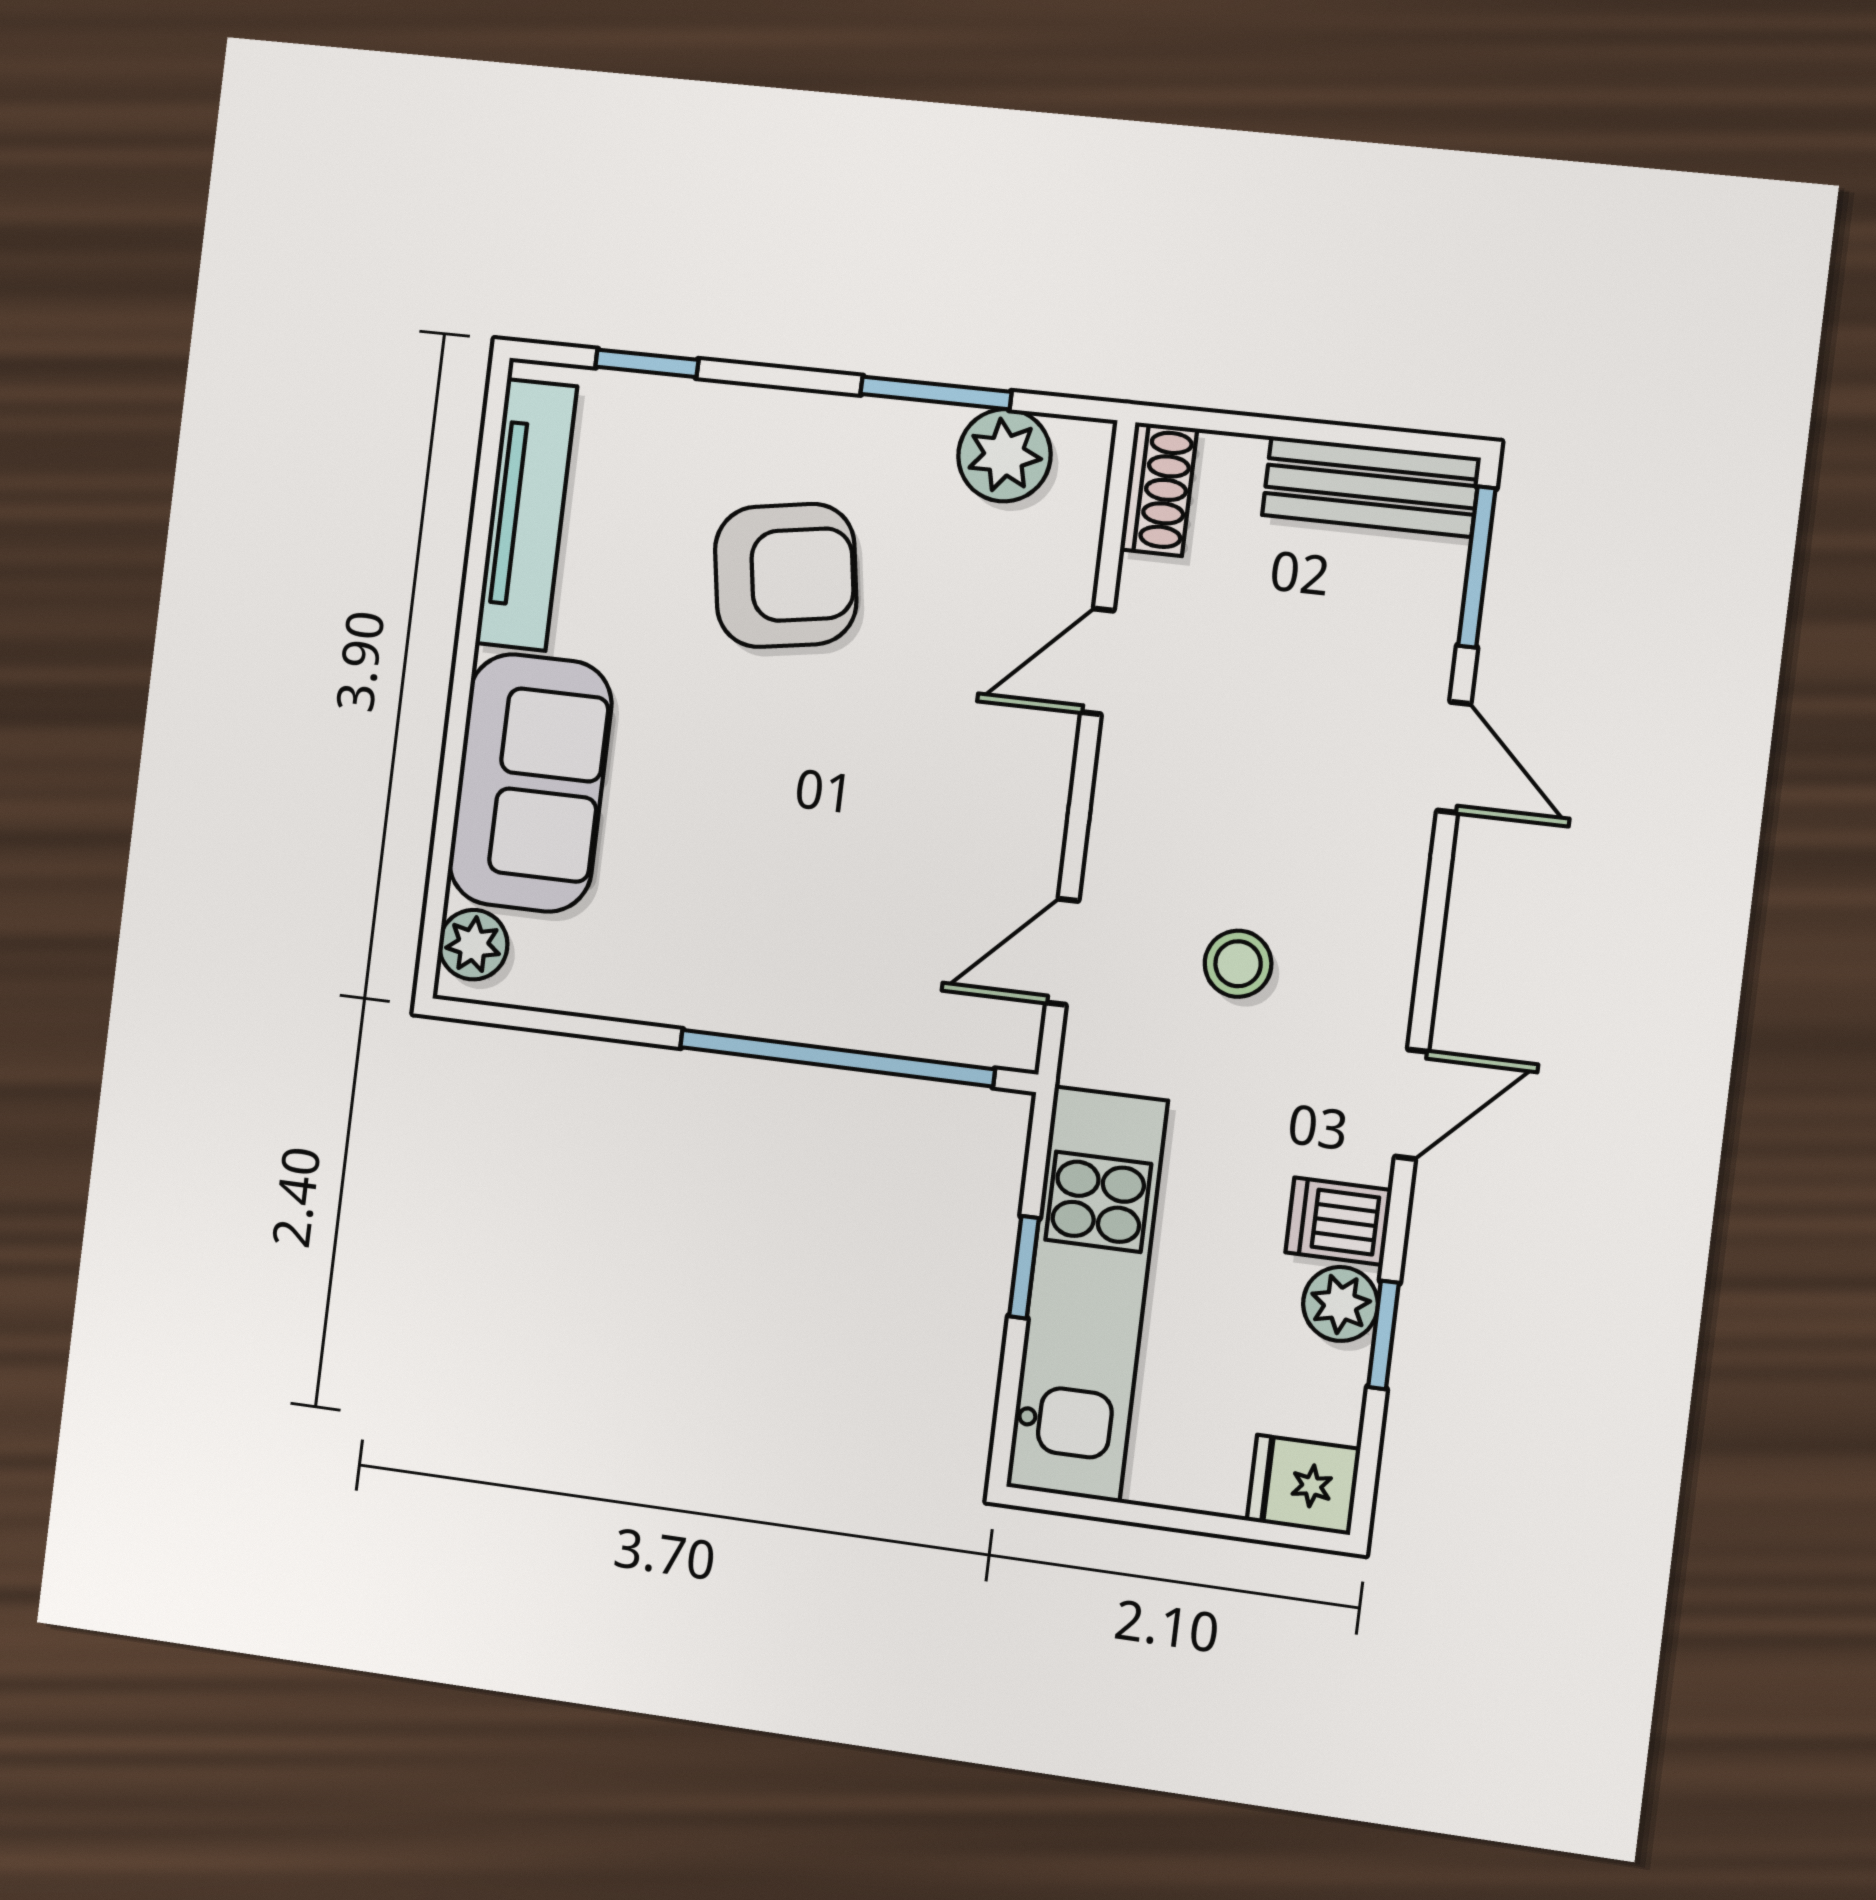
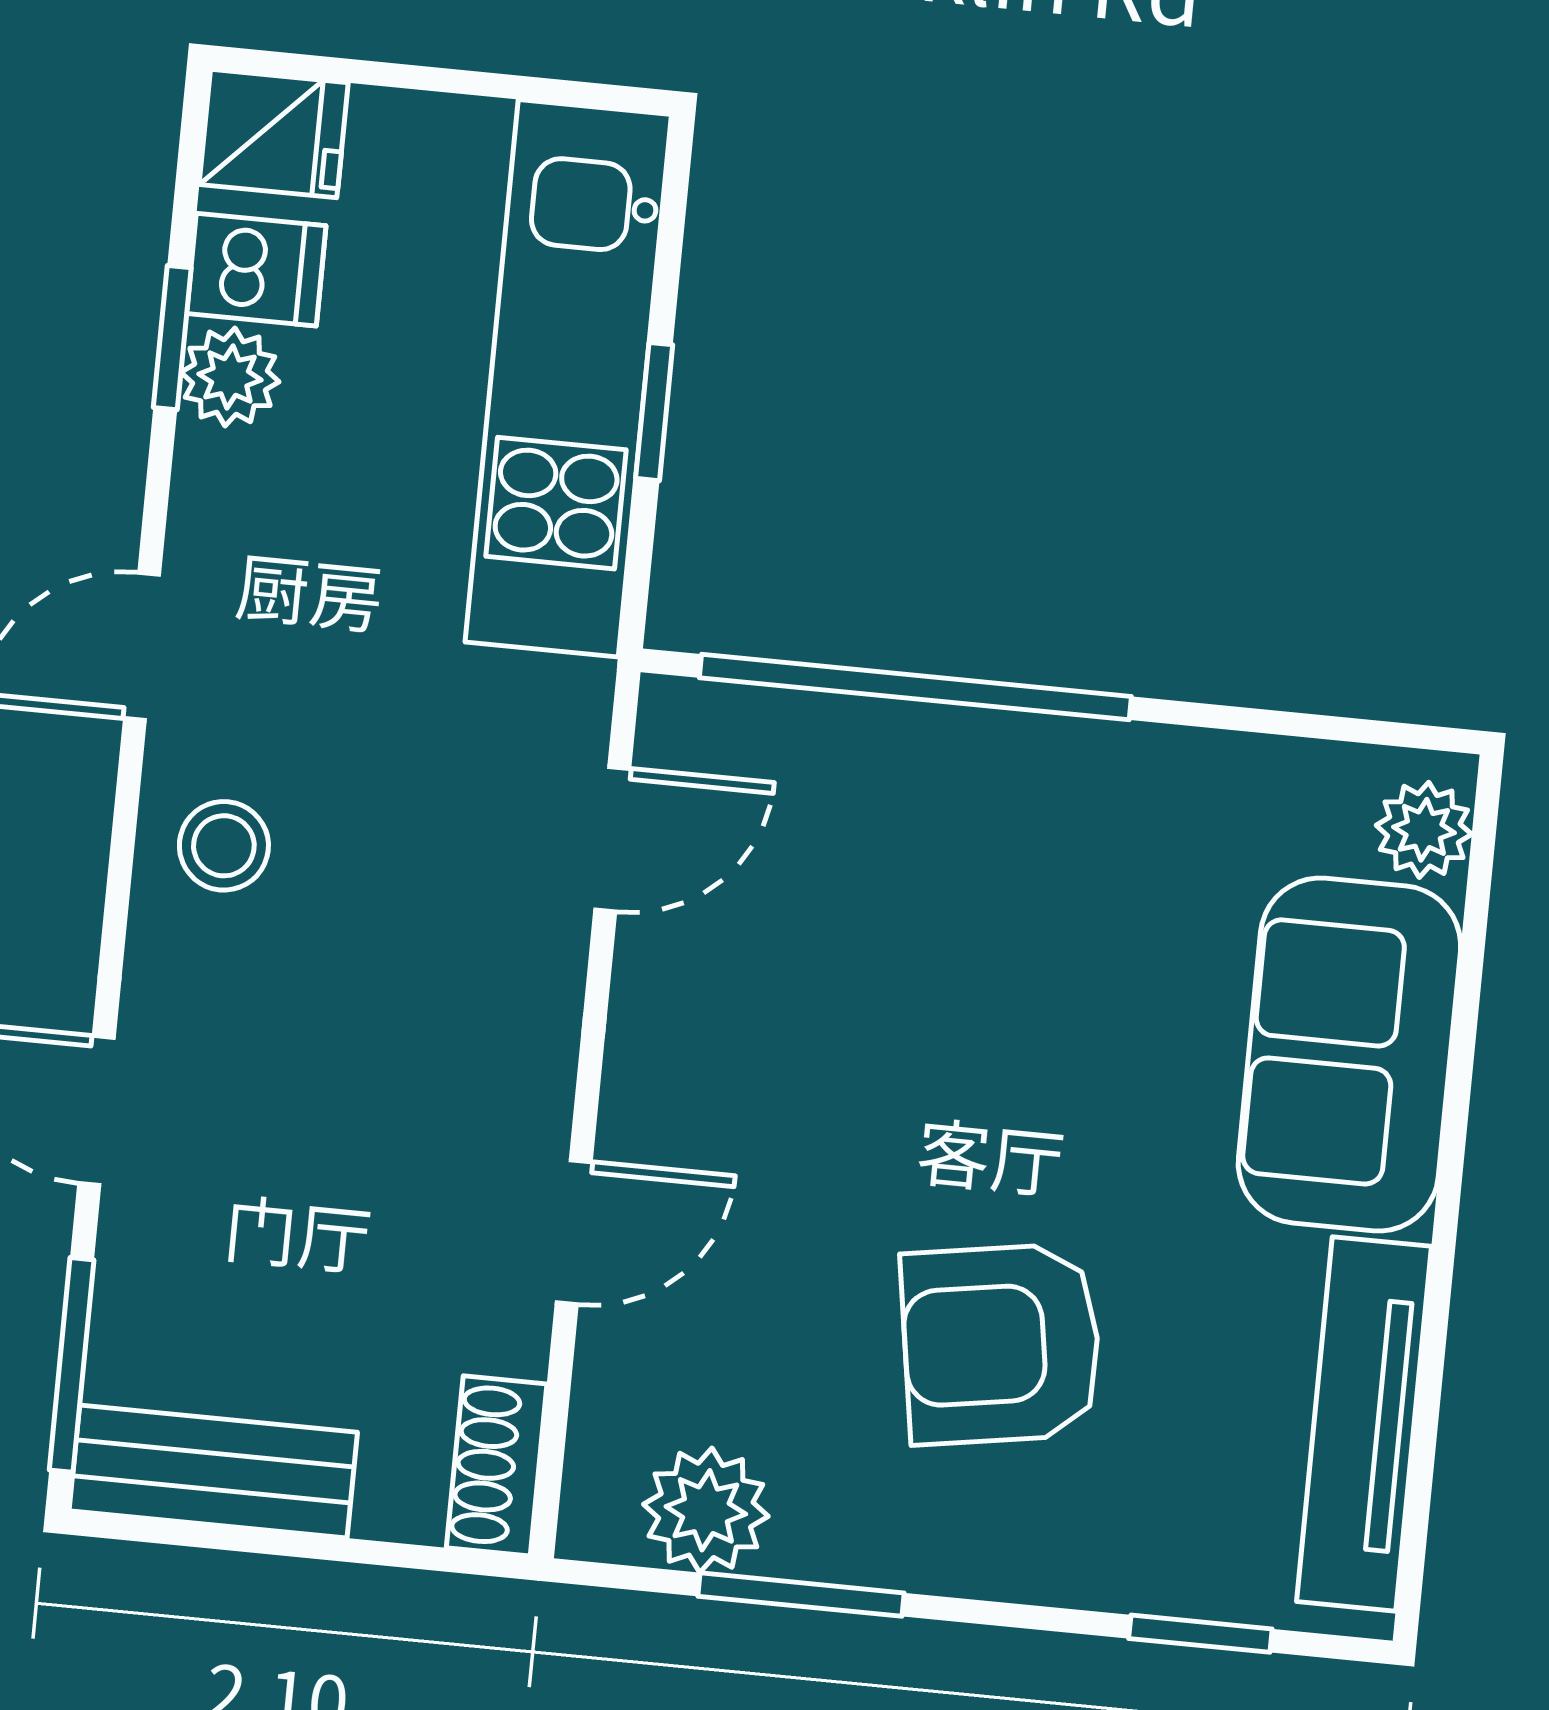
stool: (1238, 964) -> (224, 846), moved
dishwasher: (1339, 1221) -> (256, 270), moved

